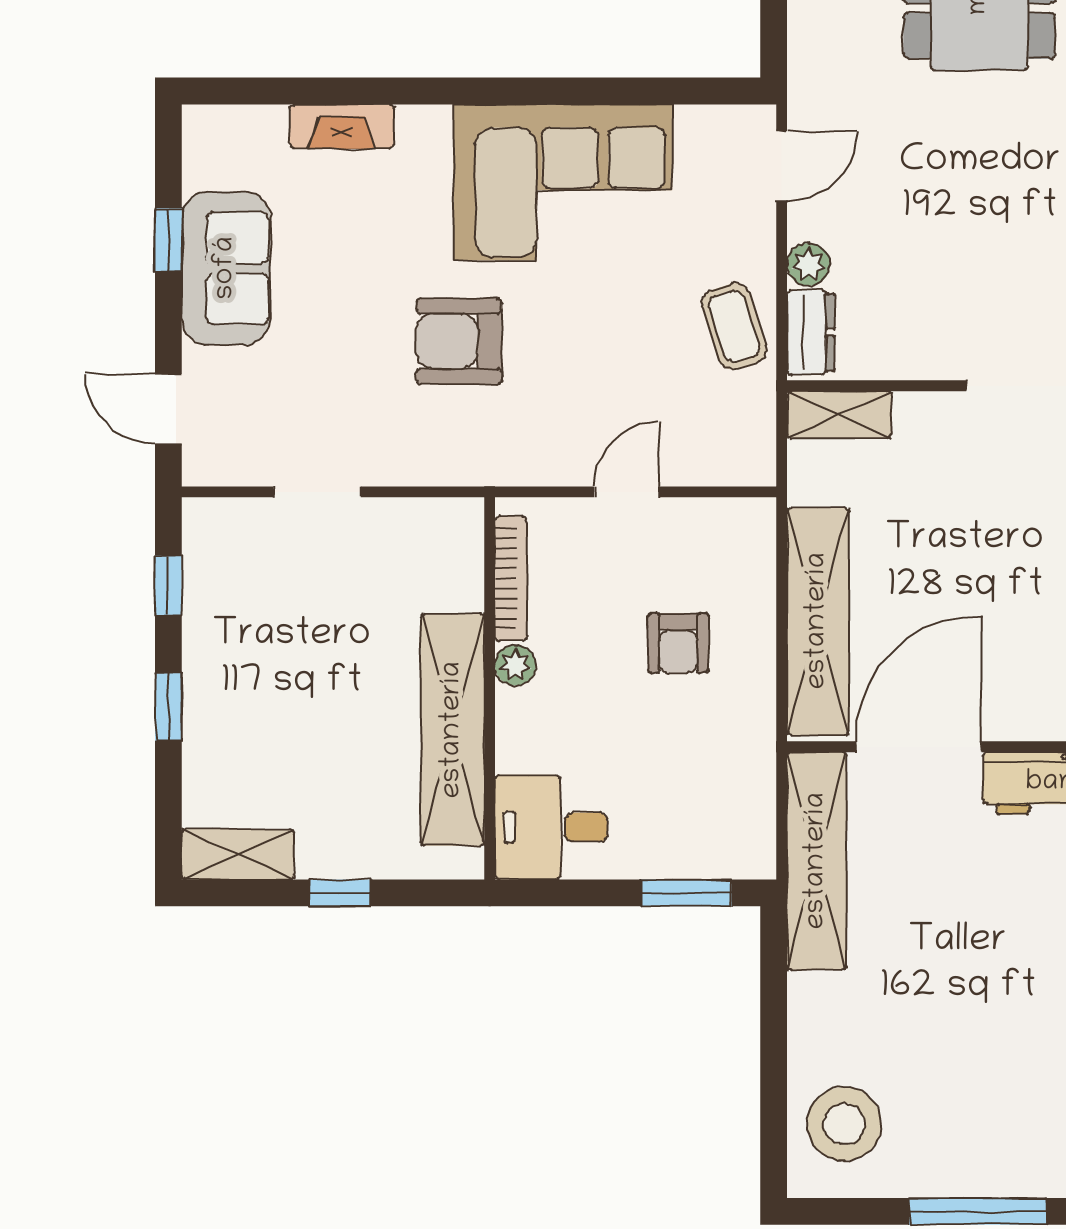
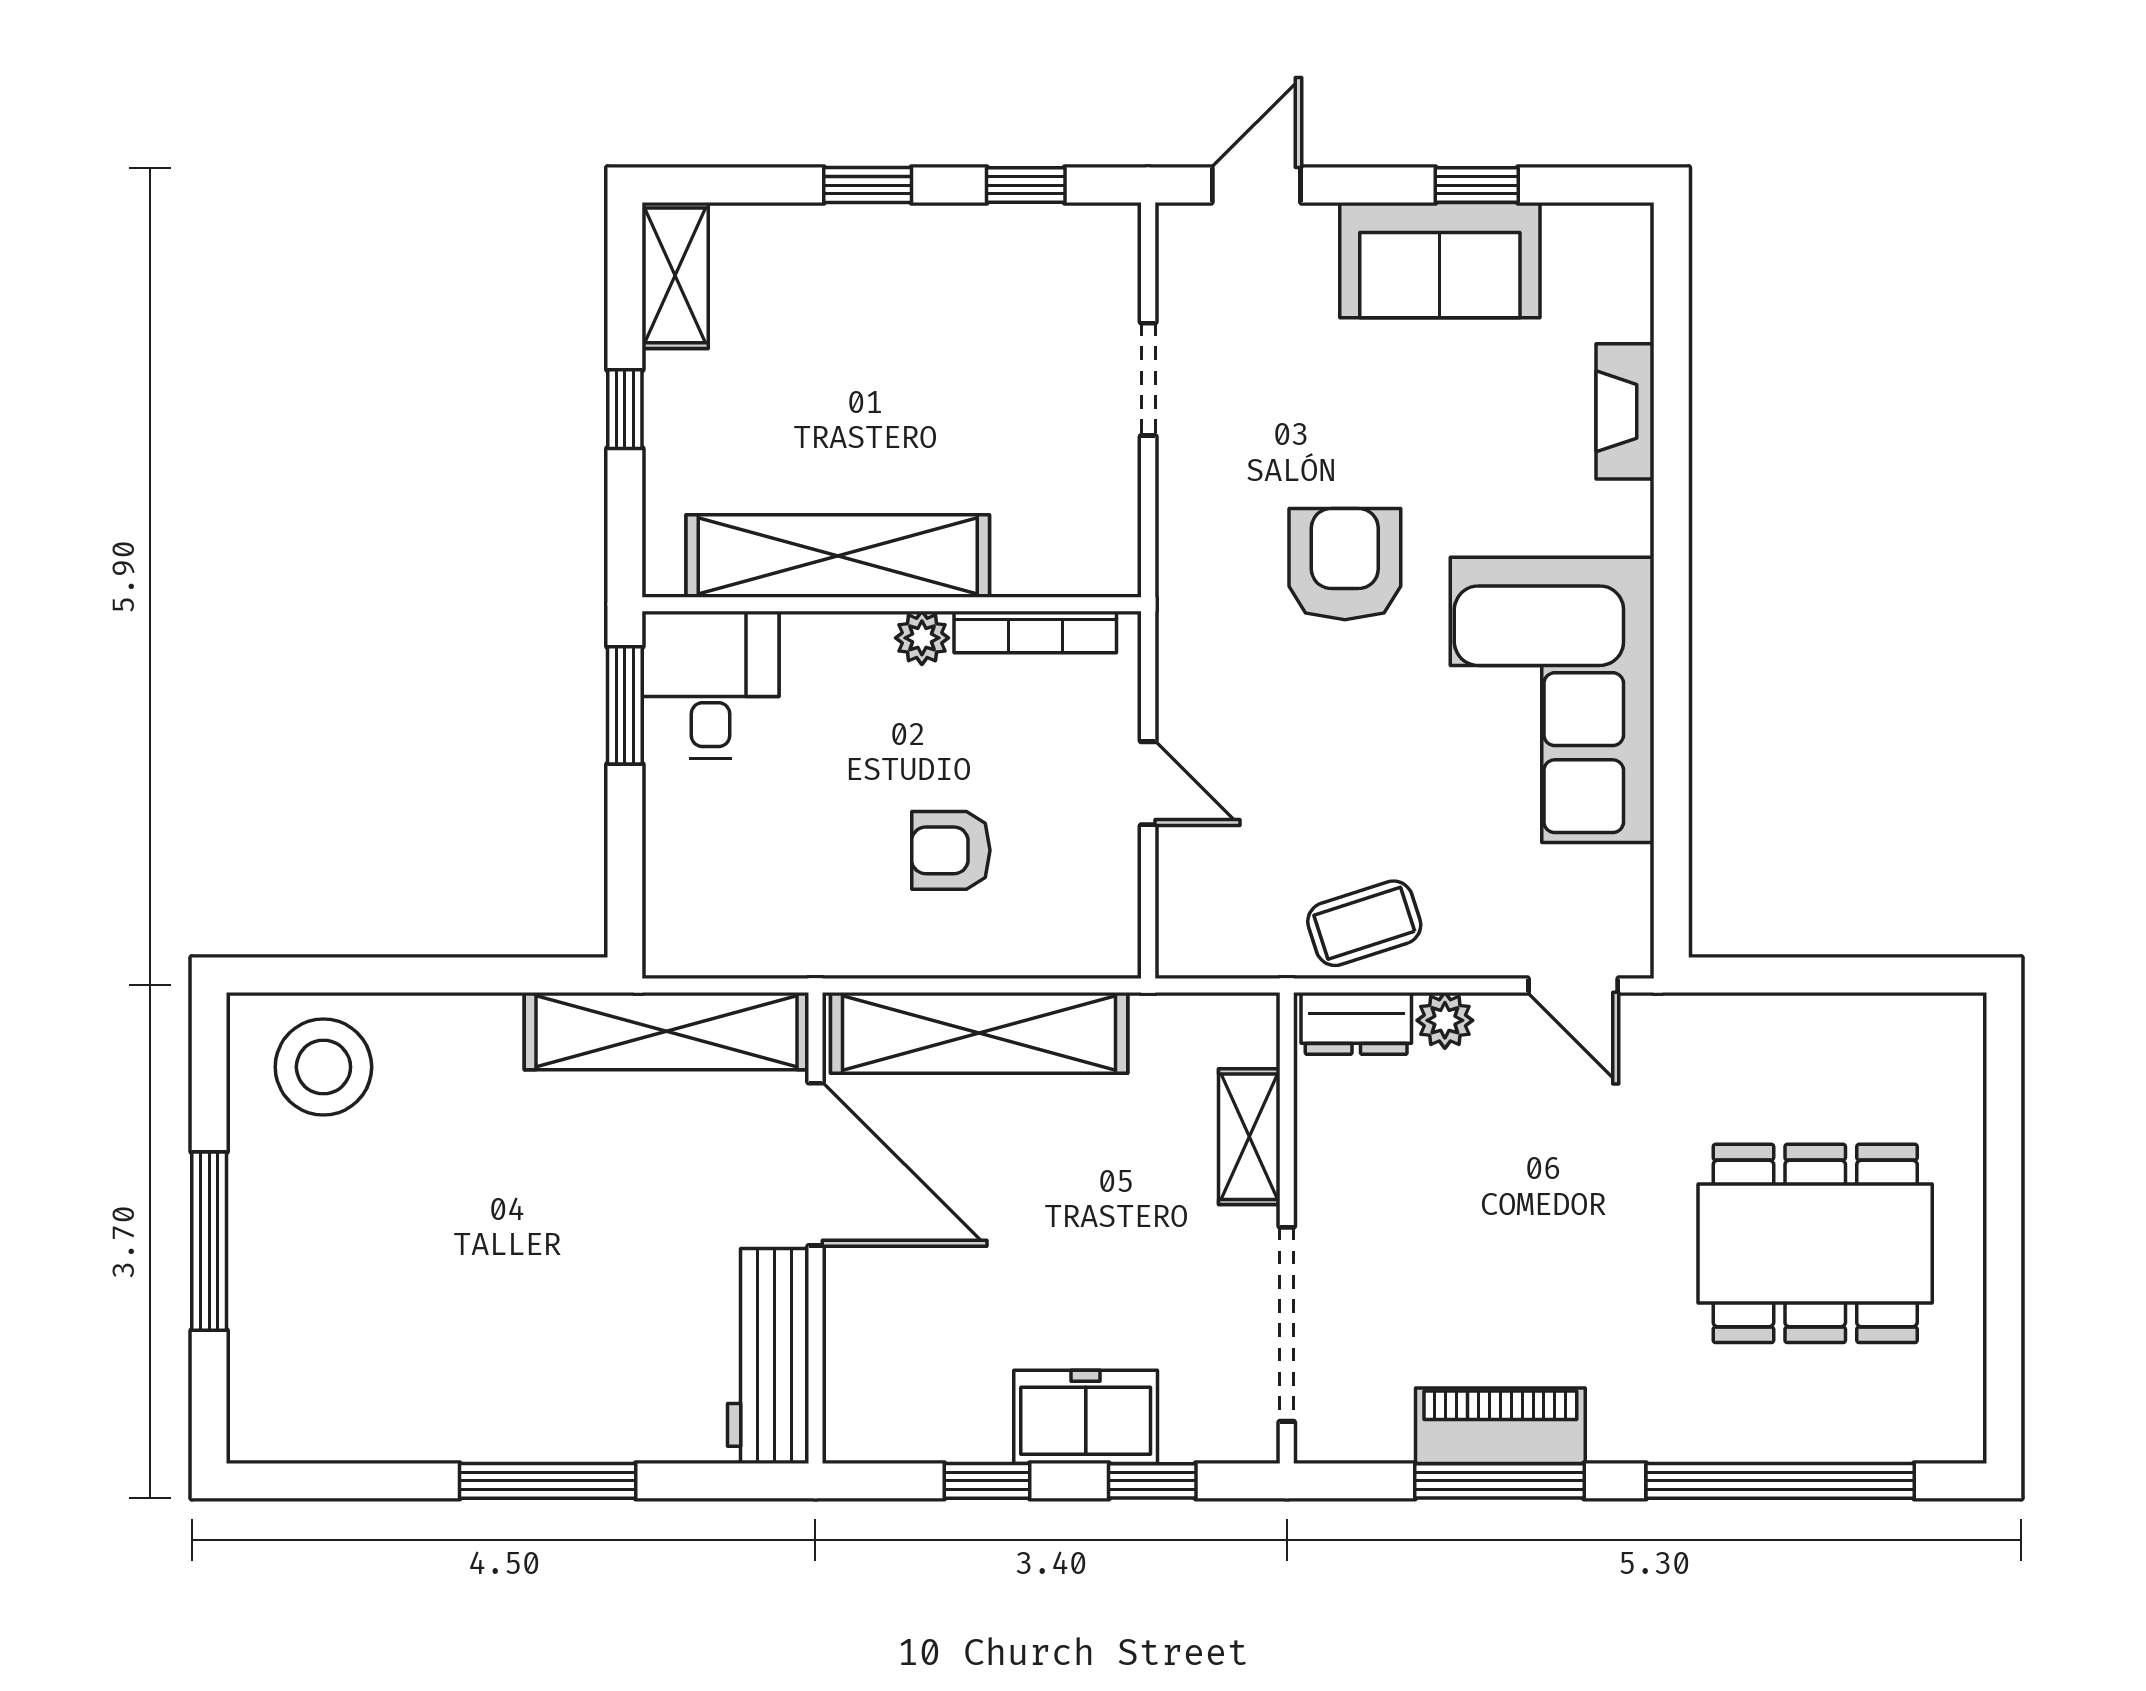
shelving: (839, 414) -> (1249, 1137), moved
window: (686, 893) -> (625, 705), moved

